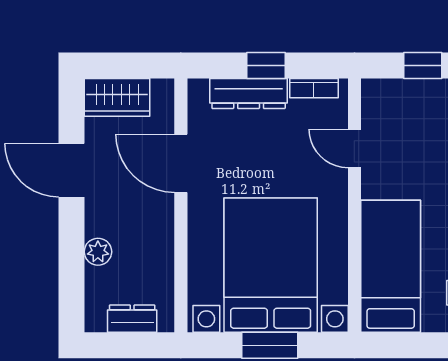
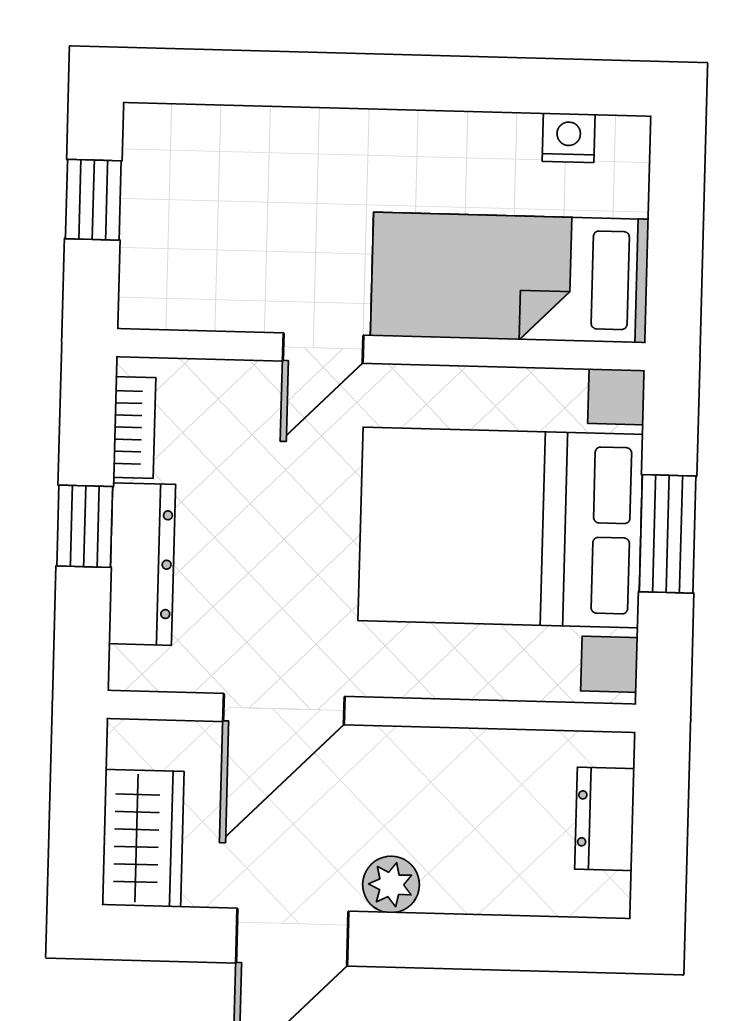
door: (354, 148) -> (323, 348), moved
plant: (98, 252) -> (391, 885), moved

